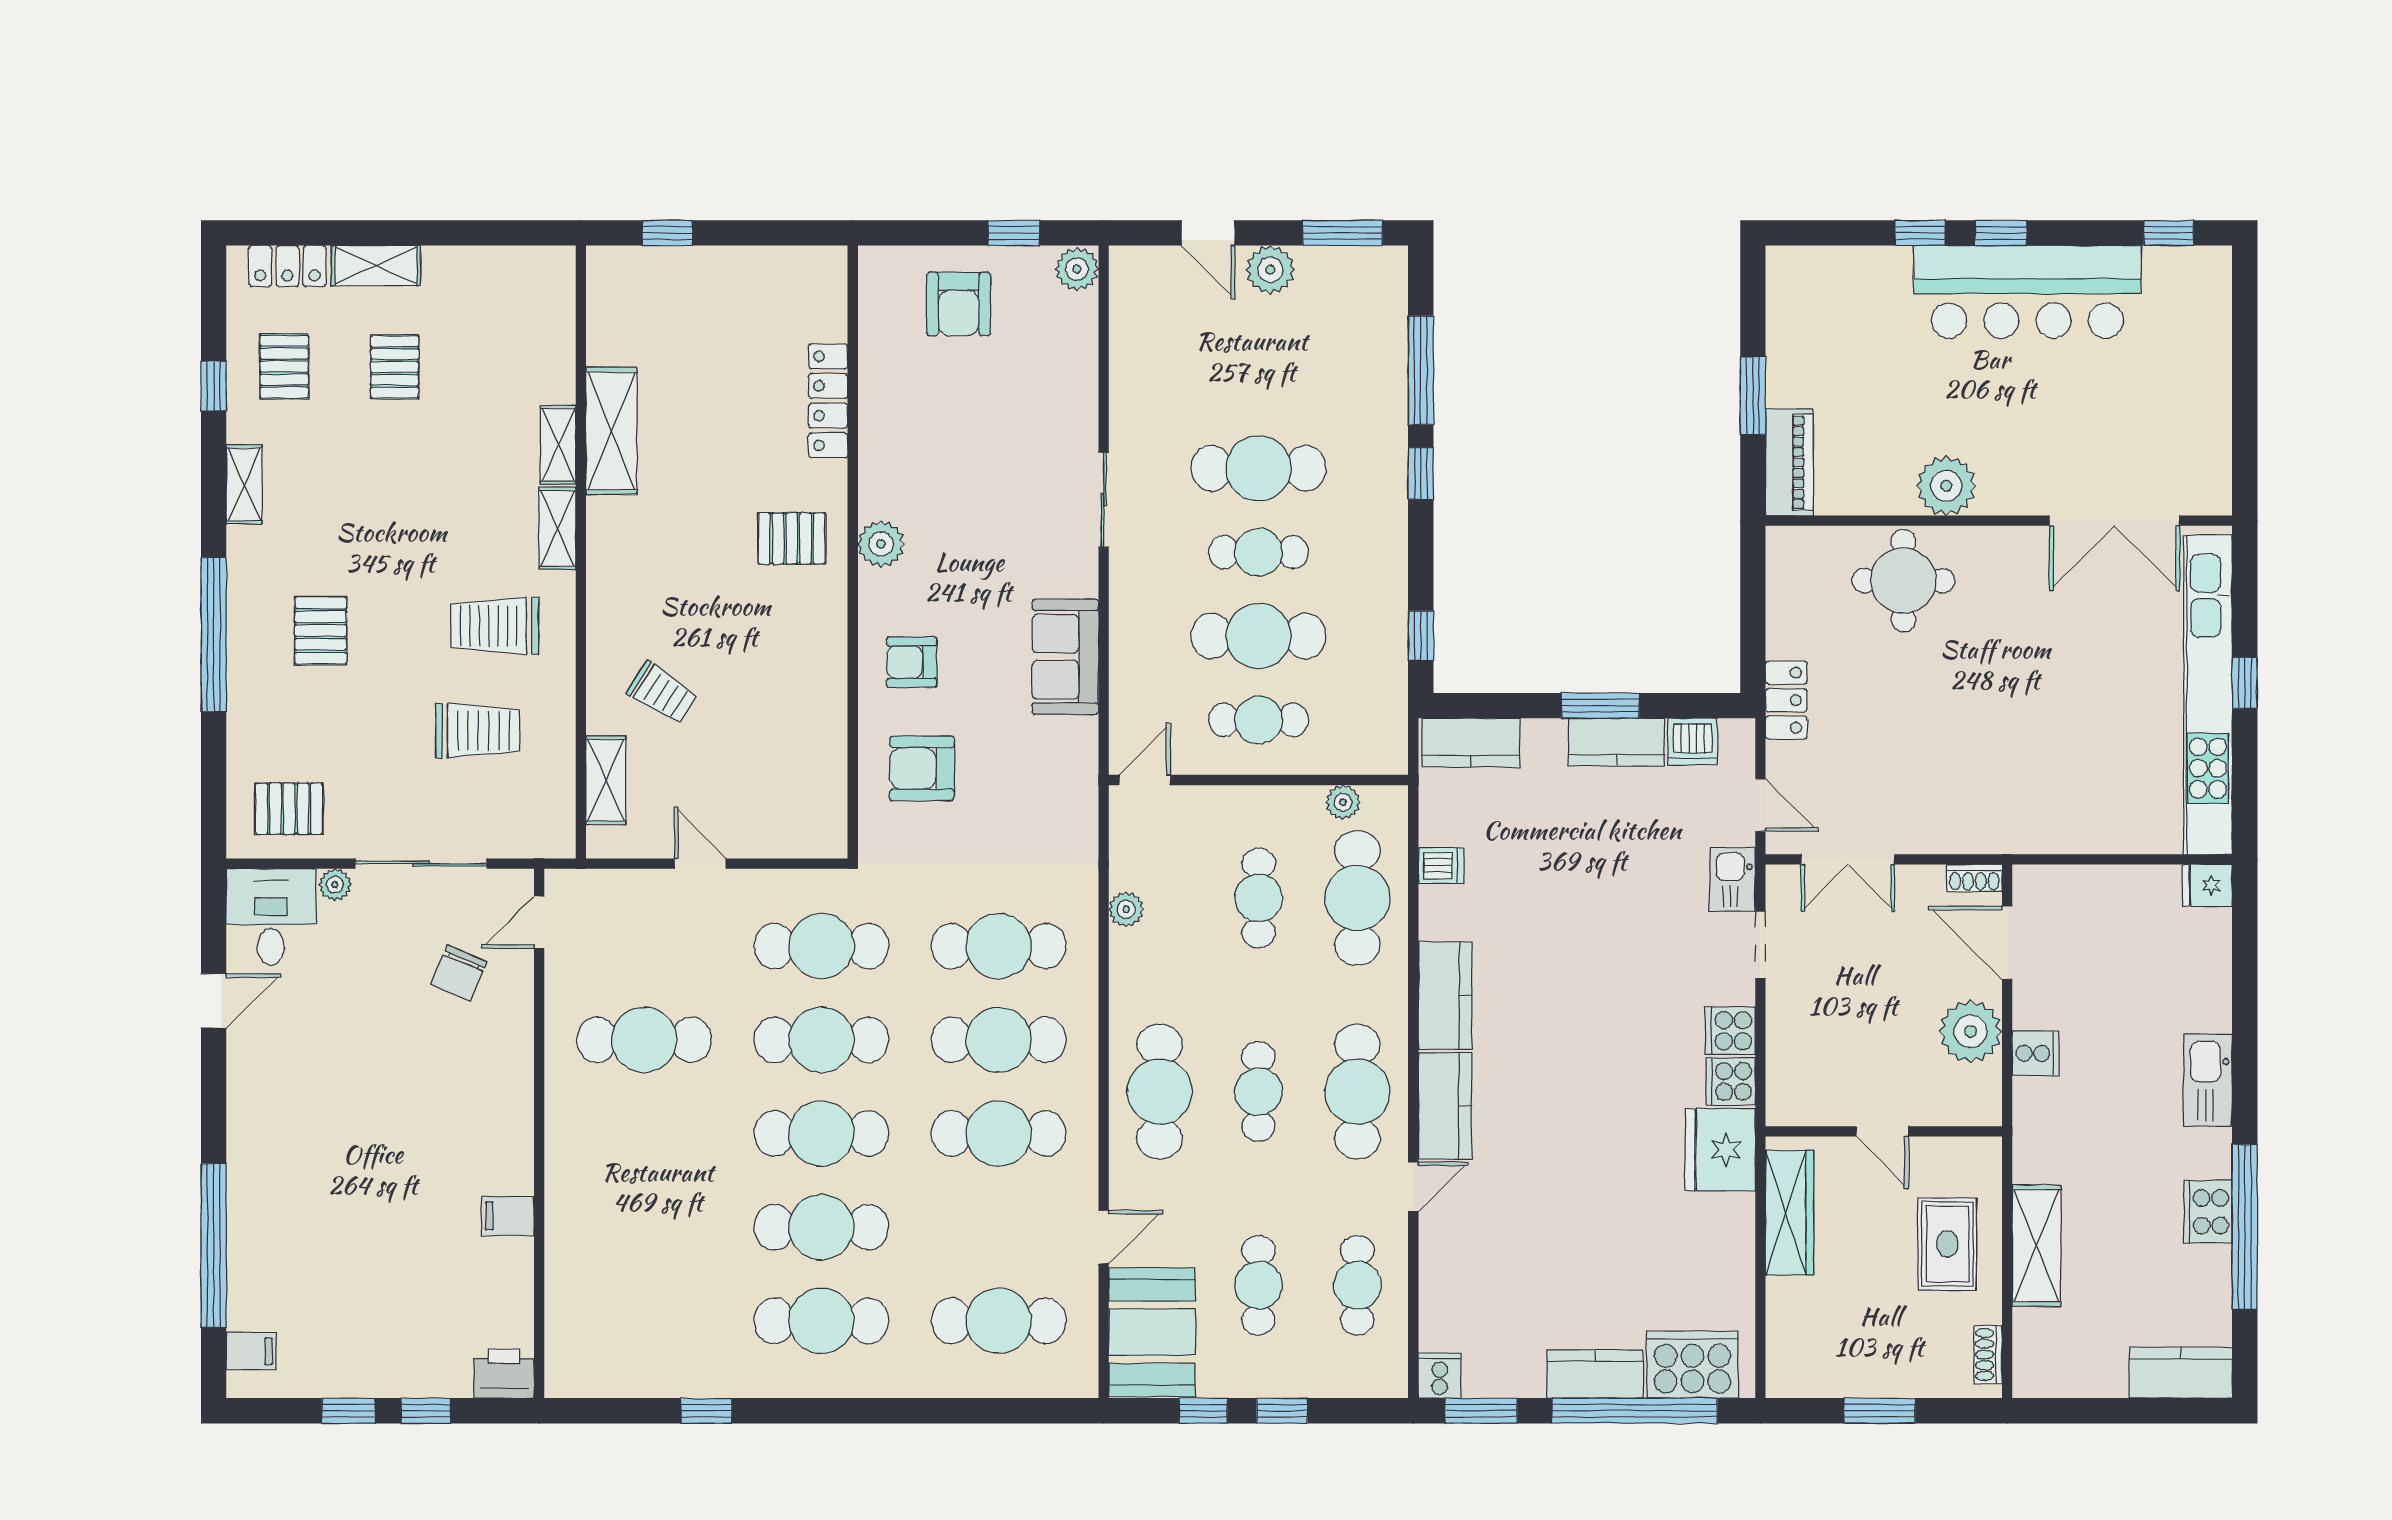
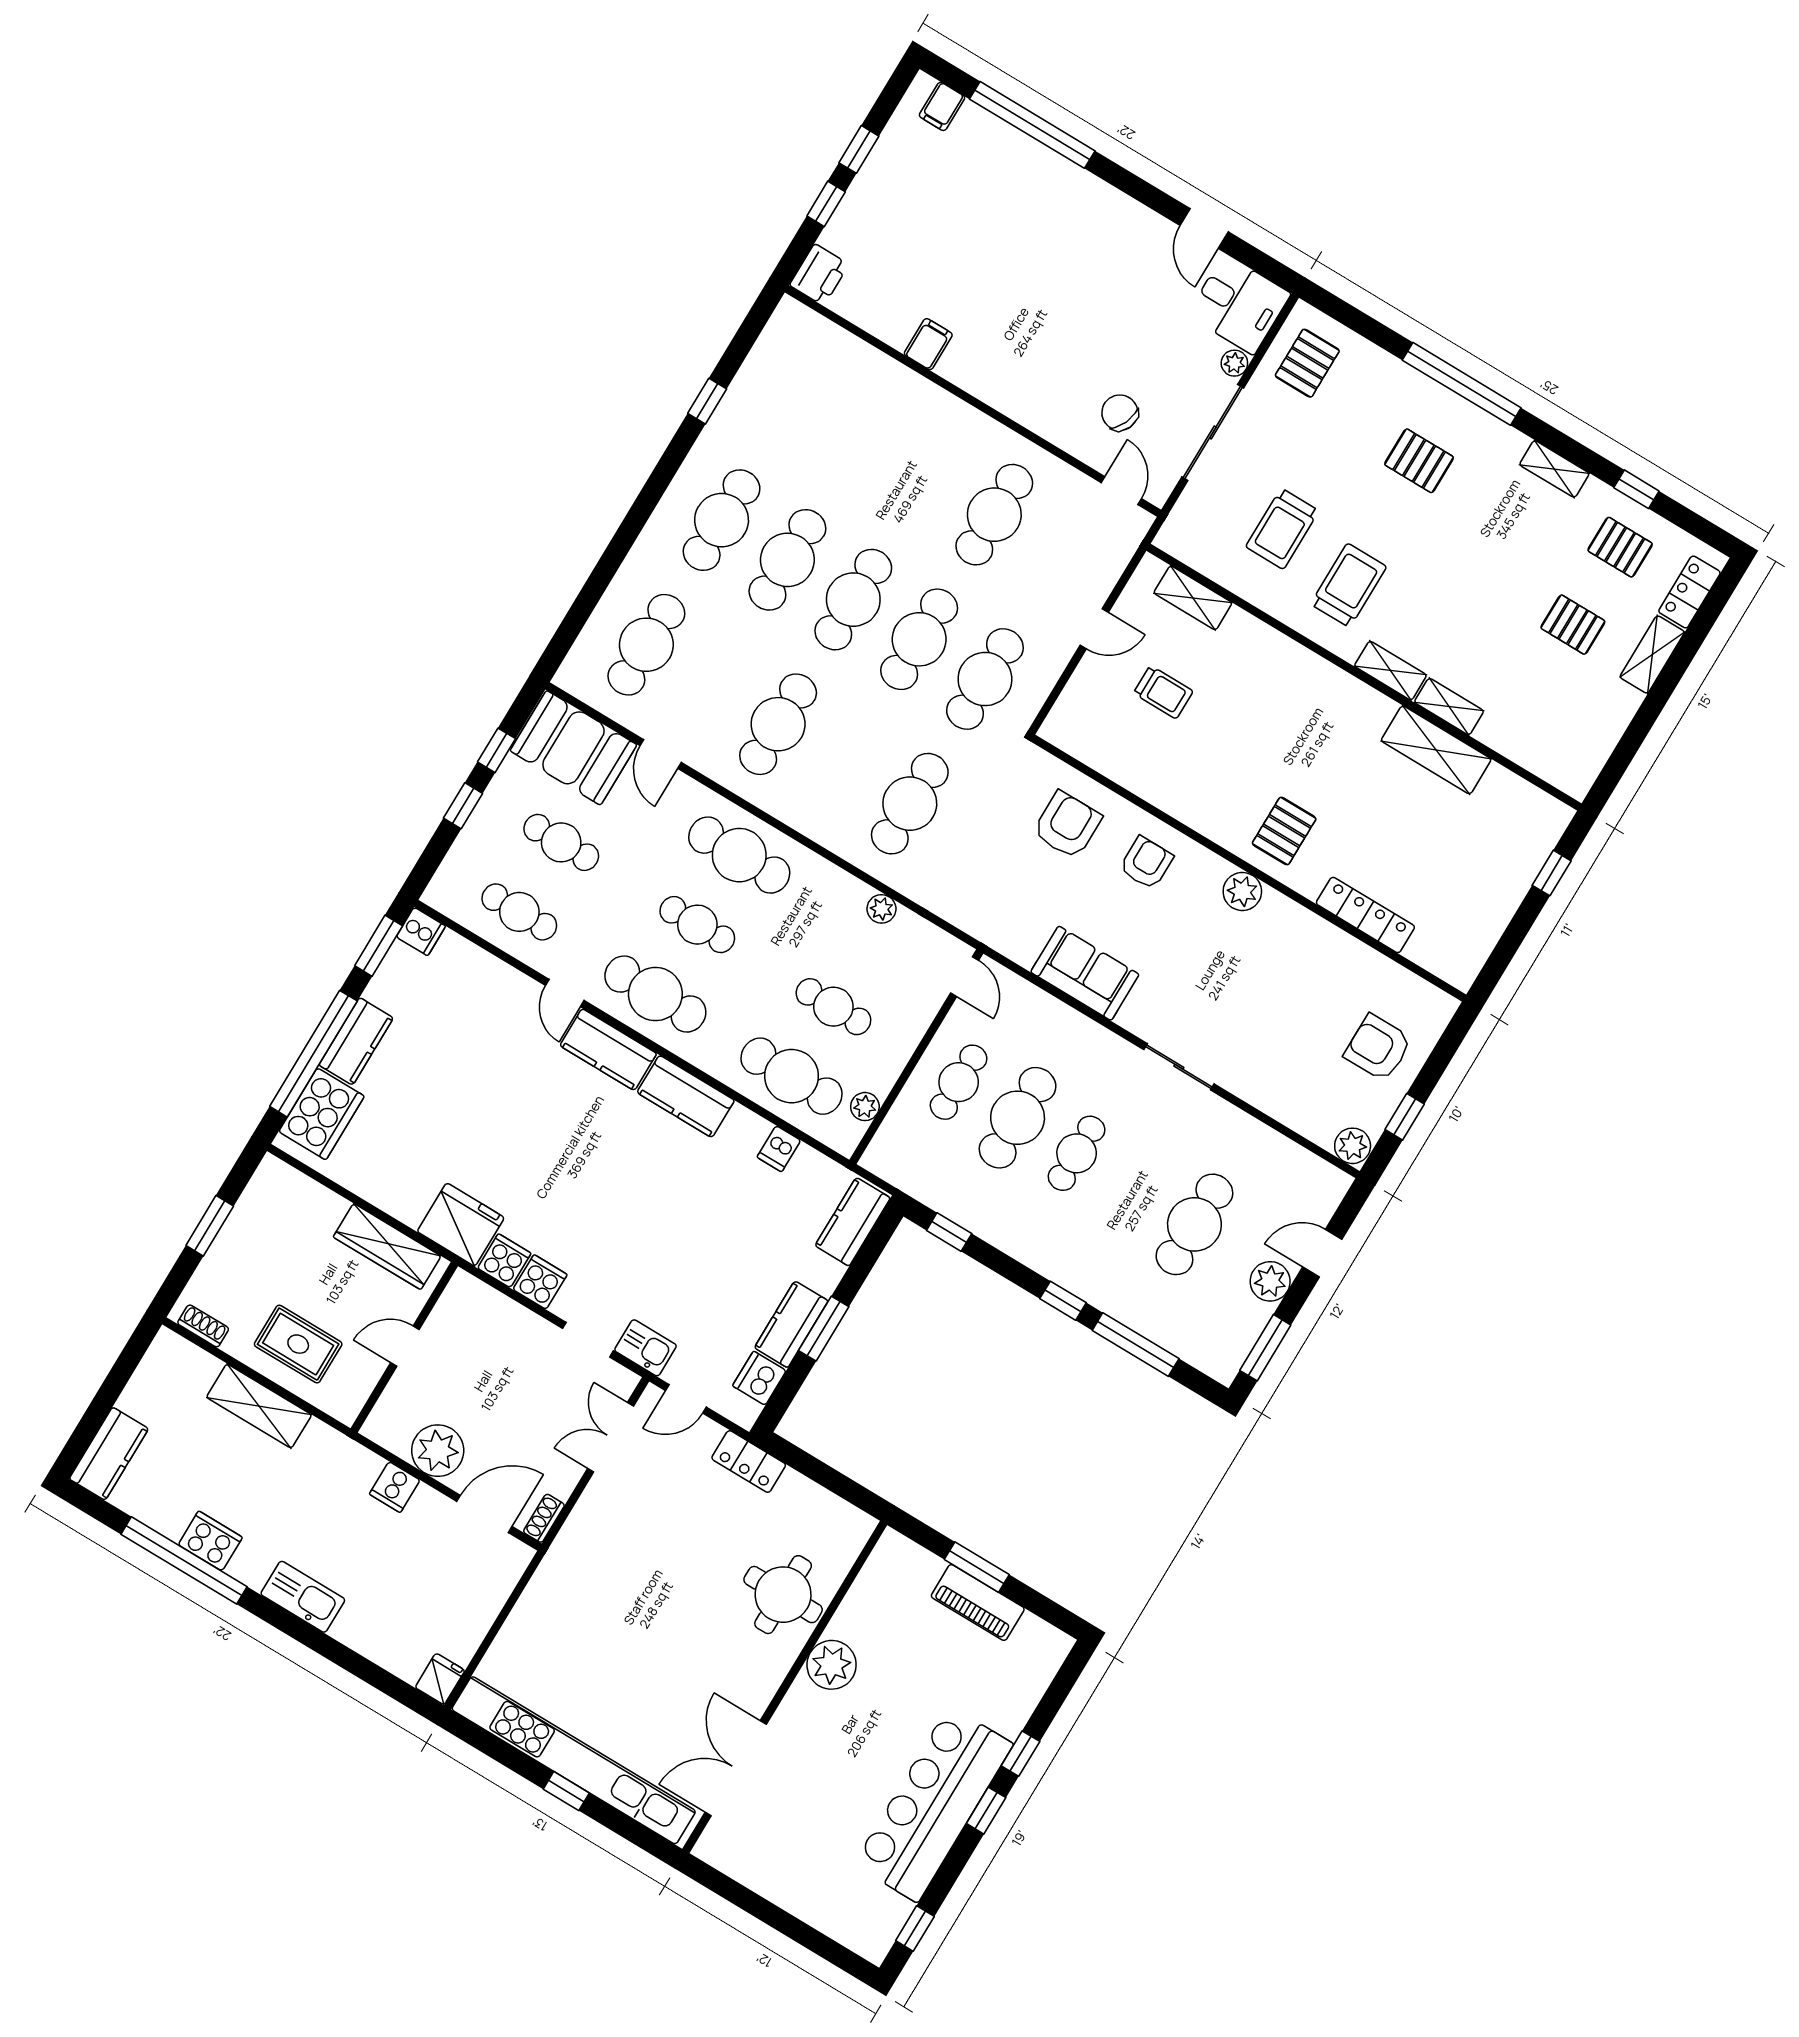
piano: (1789, 462) -> (978, 1602), moved
cafe table: (1258, 468) -> (1194, 1224), moved
trolley: (662, 693) -> (1163, 692), moved, turned -123
cafe table: (999, 1040) -> (844, 764), removed

